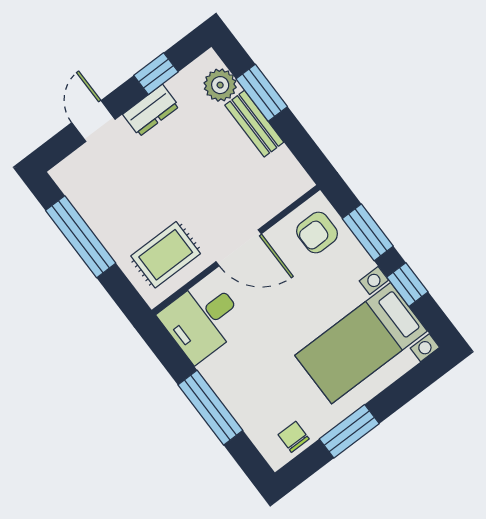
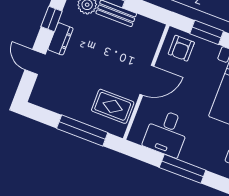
window: (81, 237) -> (82, 130), moved
rug: (166, 255) -> (113, 106), turned 90
desk: (203, 320) -> (166, 133), moved

